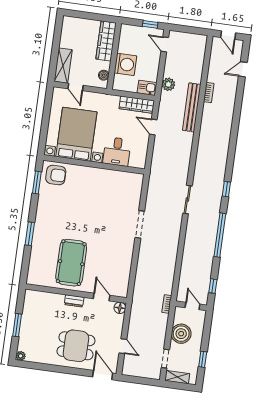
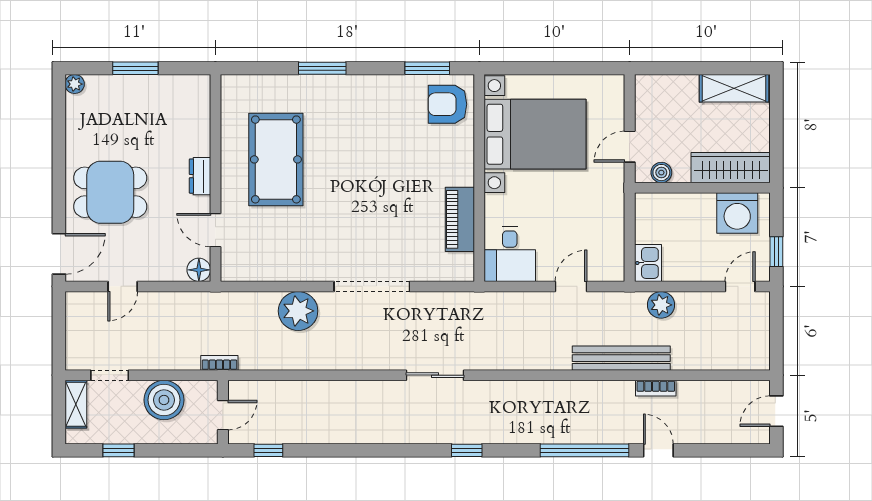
washing machine: (125, 64) -> (737, 213), moved
shelving: (63, 66) -> (734, 88), moved
door: (243, 69) -> (658, 450), moved
door: (76, 87) -> (630, 147), moved
wardrobe: (137, 105) -> (611, 247), removed
desk: (117, 151) -> (510, 254), moved, turned -90
armchair: (56, 175) -> (447, 104), turned 90
piano: (113, 177) -> (460, 219), added
doorway: (140, 224) -> (372, 286), width x1.36
window: (220, 235) -> (584, 450), moved
plant: (147, 262) -> (298, 311), added
pool table: (71, 263) -> (276, 159), turned 90
door: (102, 297) -> (215, 230), swing flipped
dining table: (76, 346) -> (110, 192), turned 90

